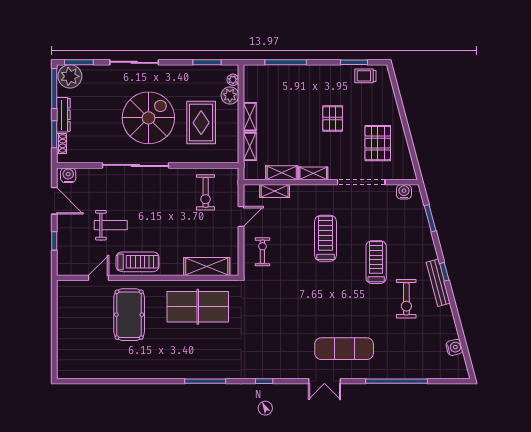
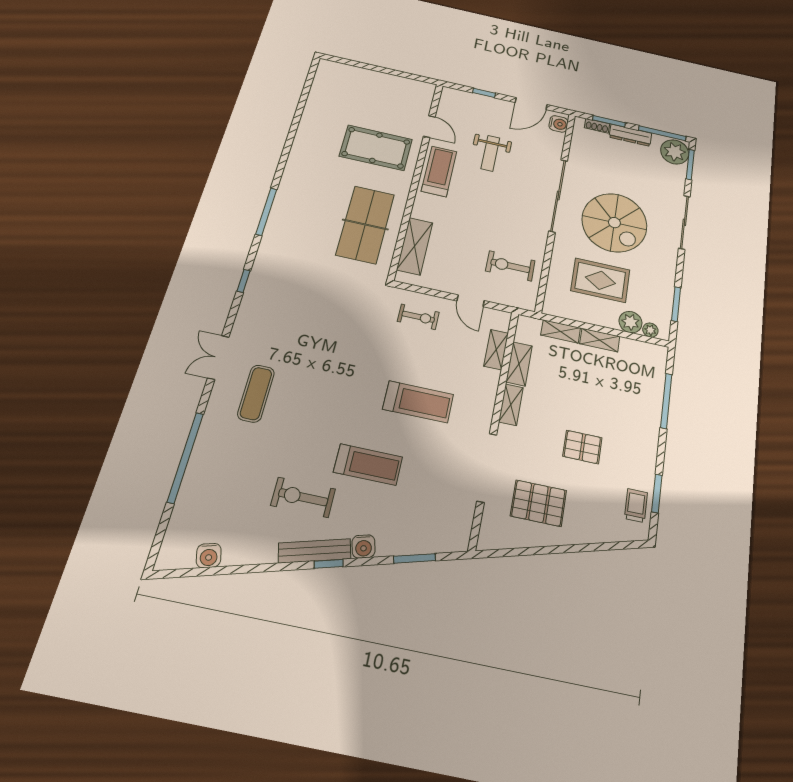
water cooler: (404, 192) -> (363, 546), moved, turned 75
treadmill: (138, 262) -> (439, 171), turned 180
exercise mat: (344, 349) -> (256, 393), width x0.73, depth x0.69

